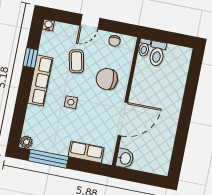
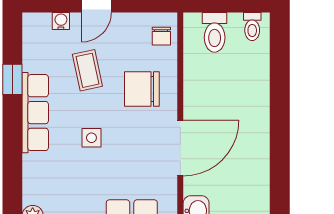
water cooler: (48, 25) -> (61, 21), moved
chair: (114, 41) -> (161, 36), moved
toilet: (144, 47) -> (252, 27), moved

